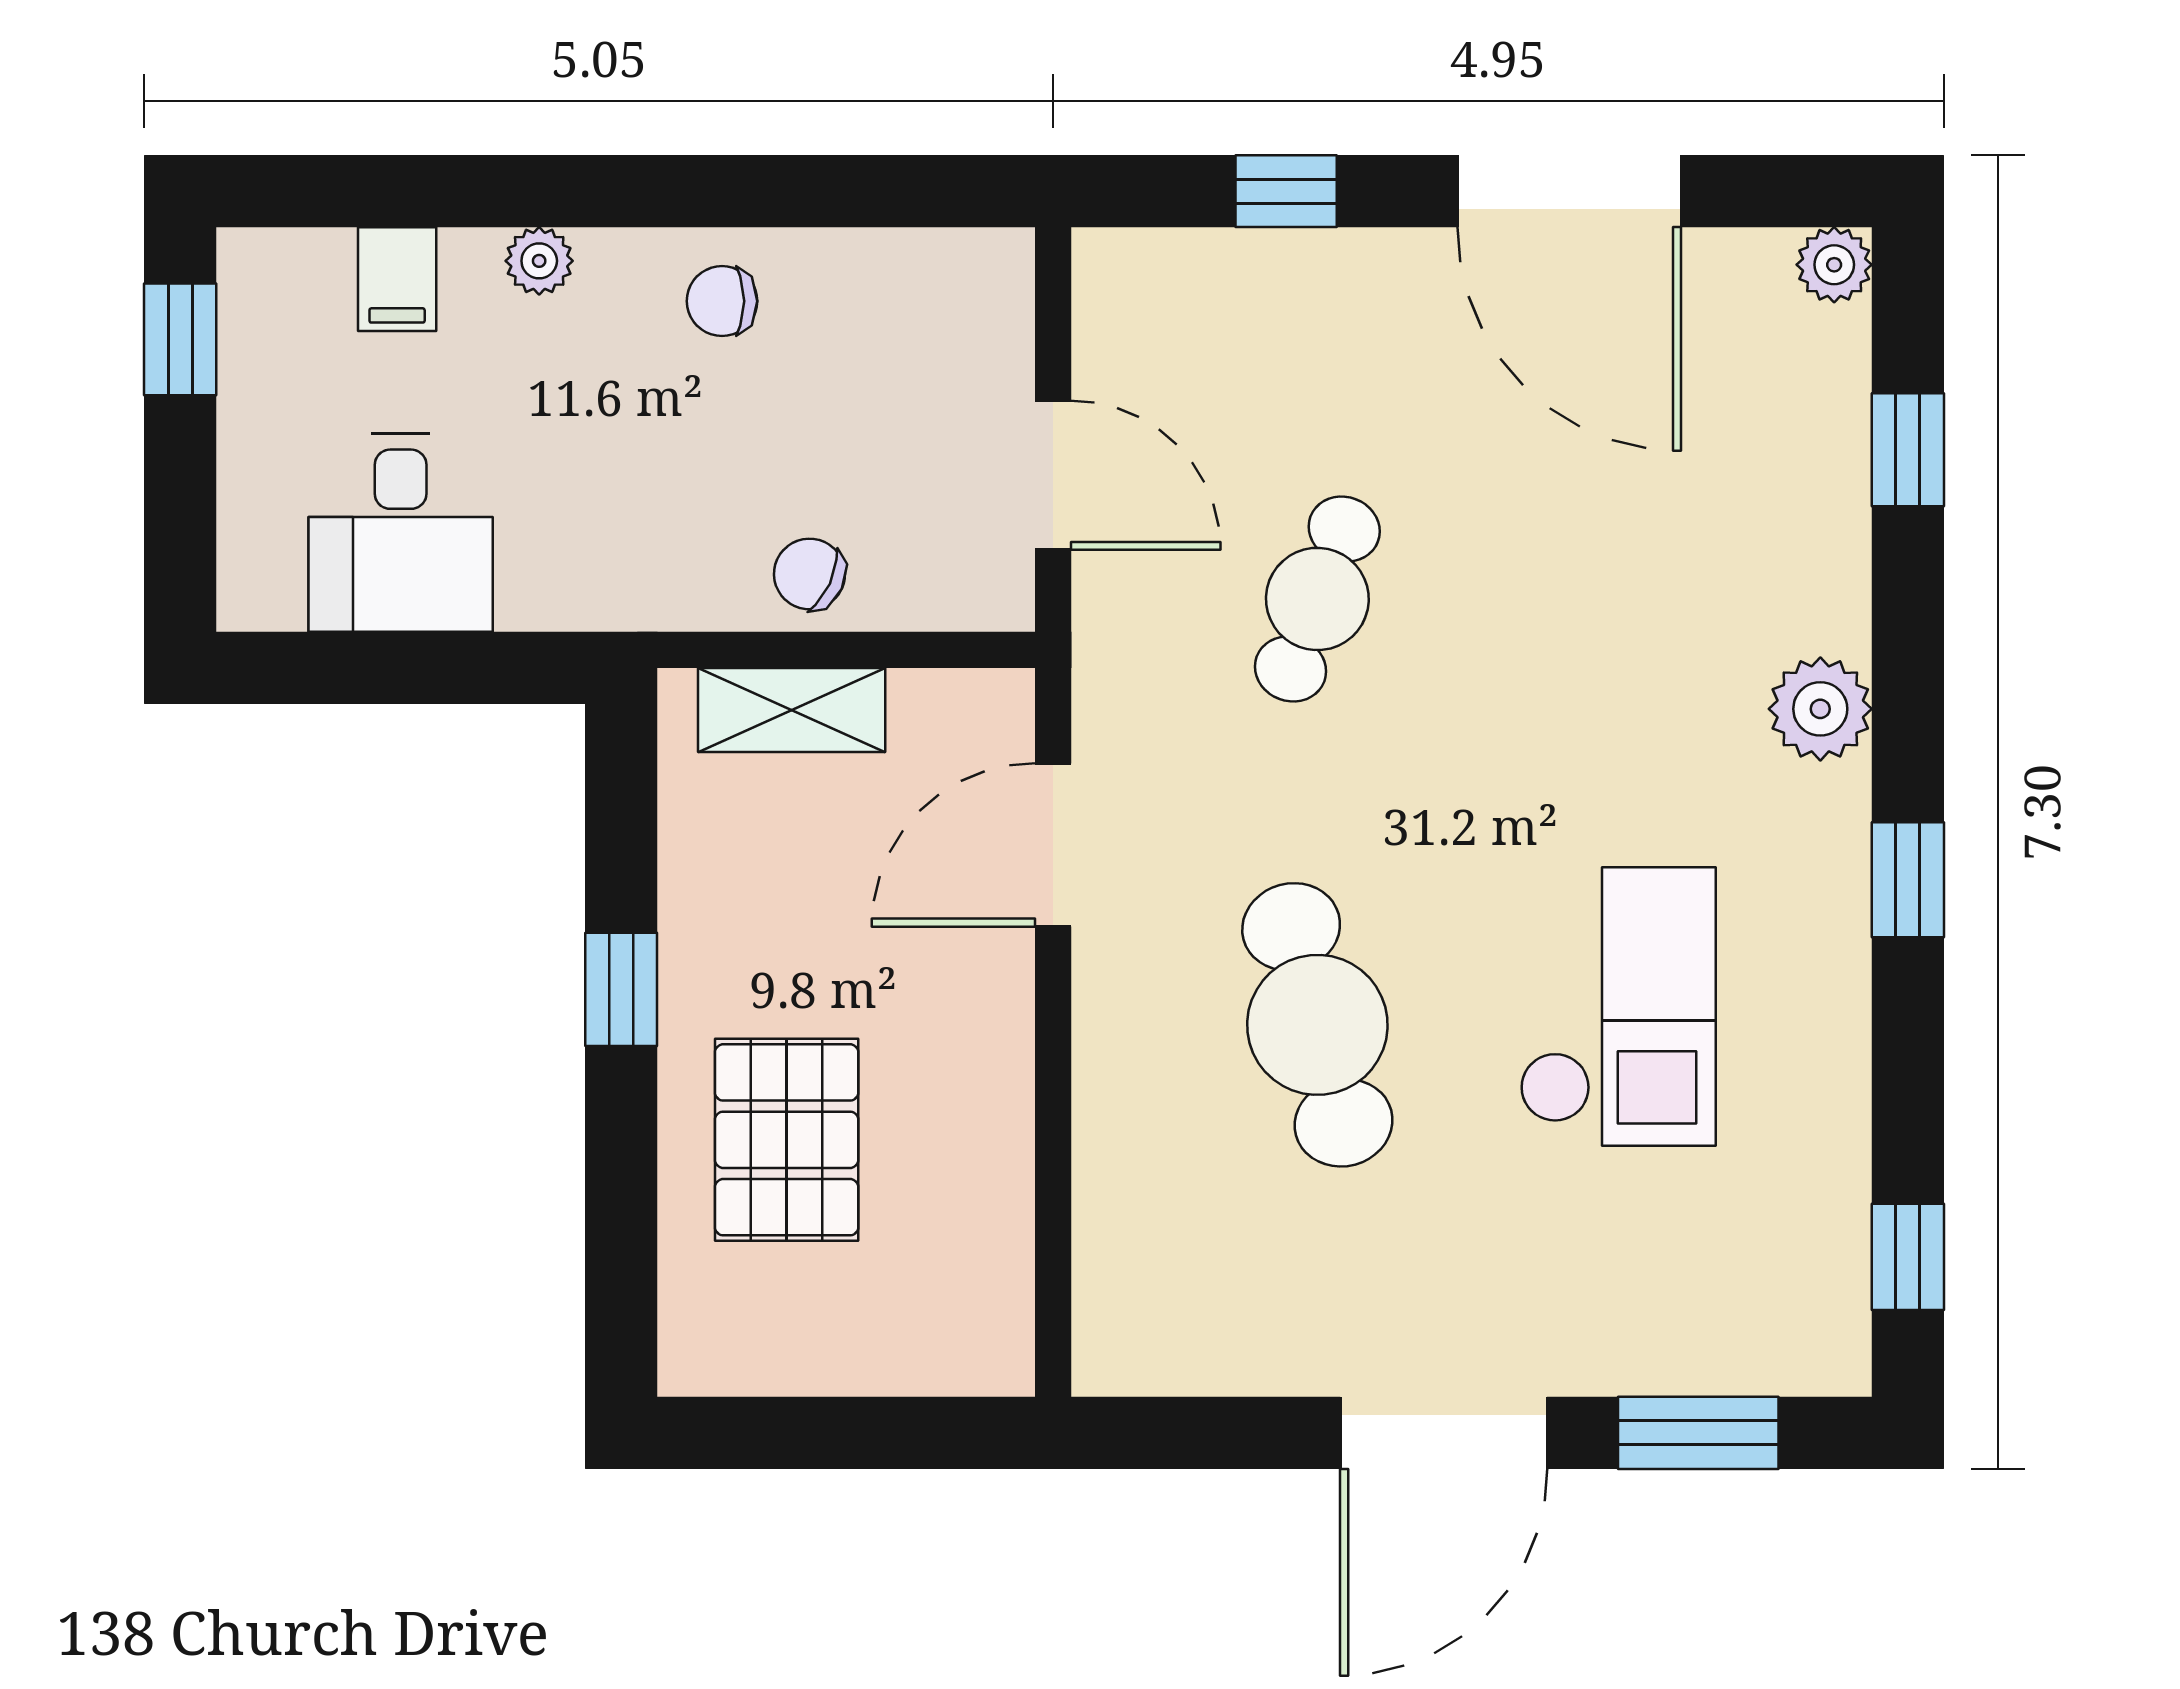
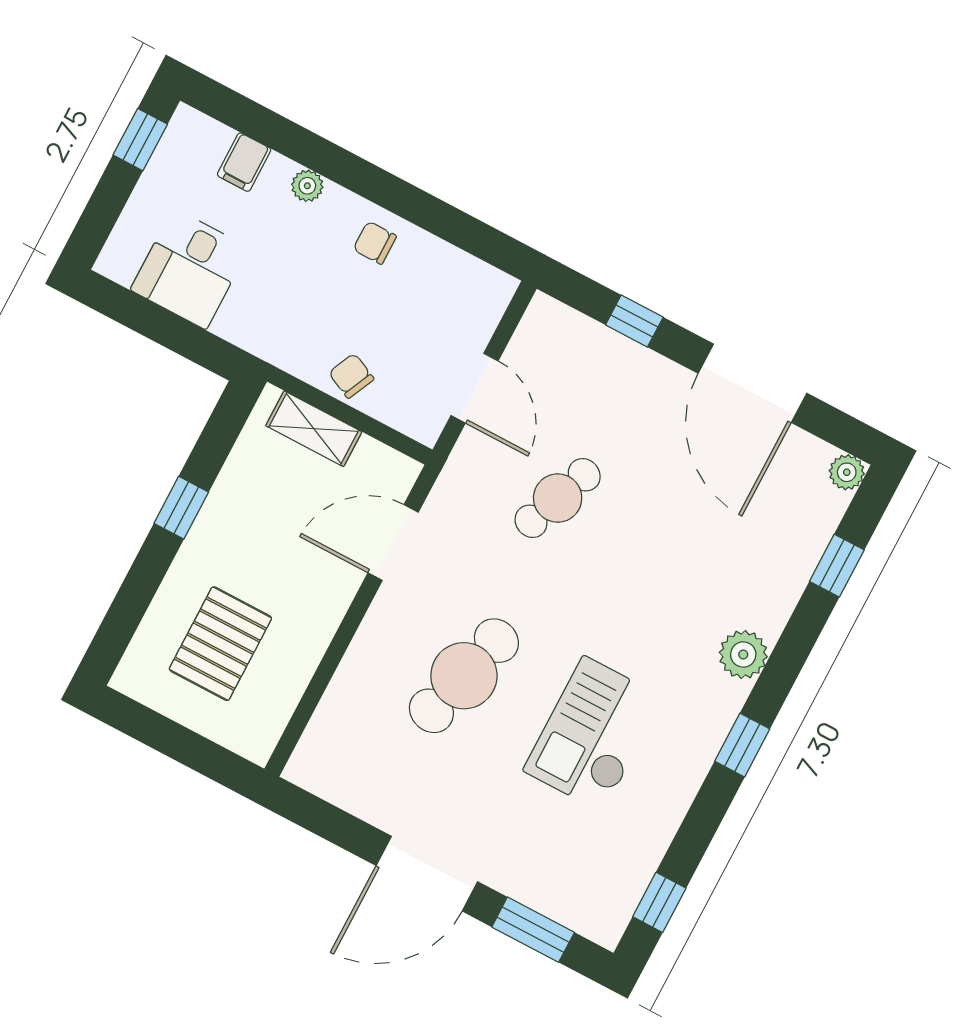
checkout: (1618, 1006) -> (593, 734), turned 180
cafe table: (1317, 1025) -> (464, 676), turned 30
pallet: (787, 1140) -> (220, 644), moved

